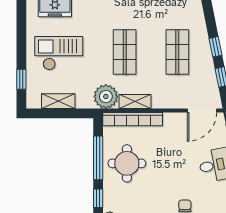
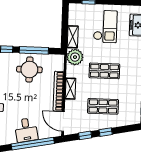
shelving: (58, 101) -> (73, 37), moved
shelving: (135, 101) -> (70, 89), moved
bookcase: (133, 119) -> (58, 91), moved

